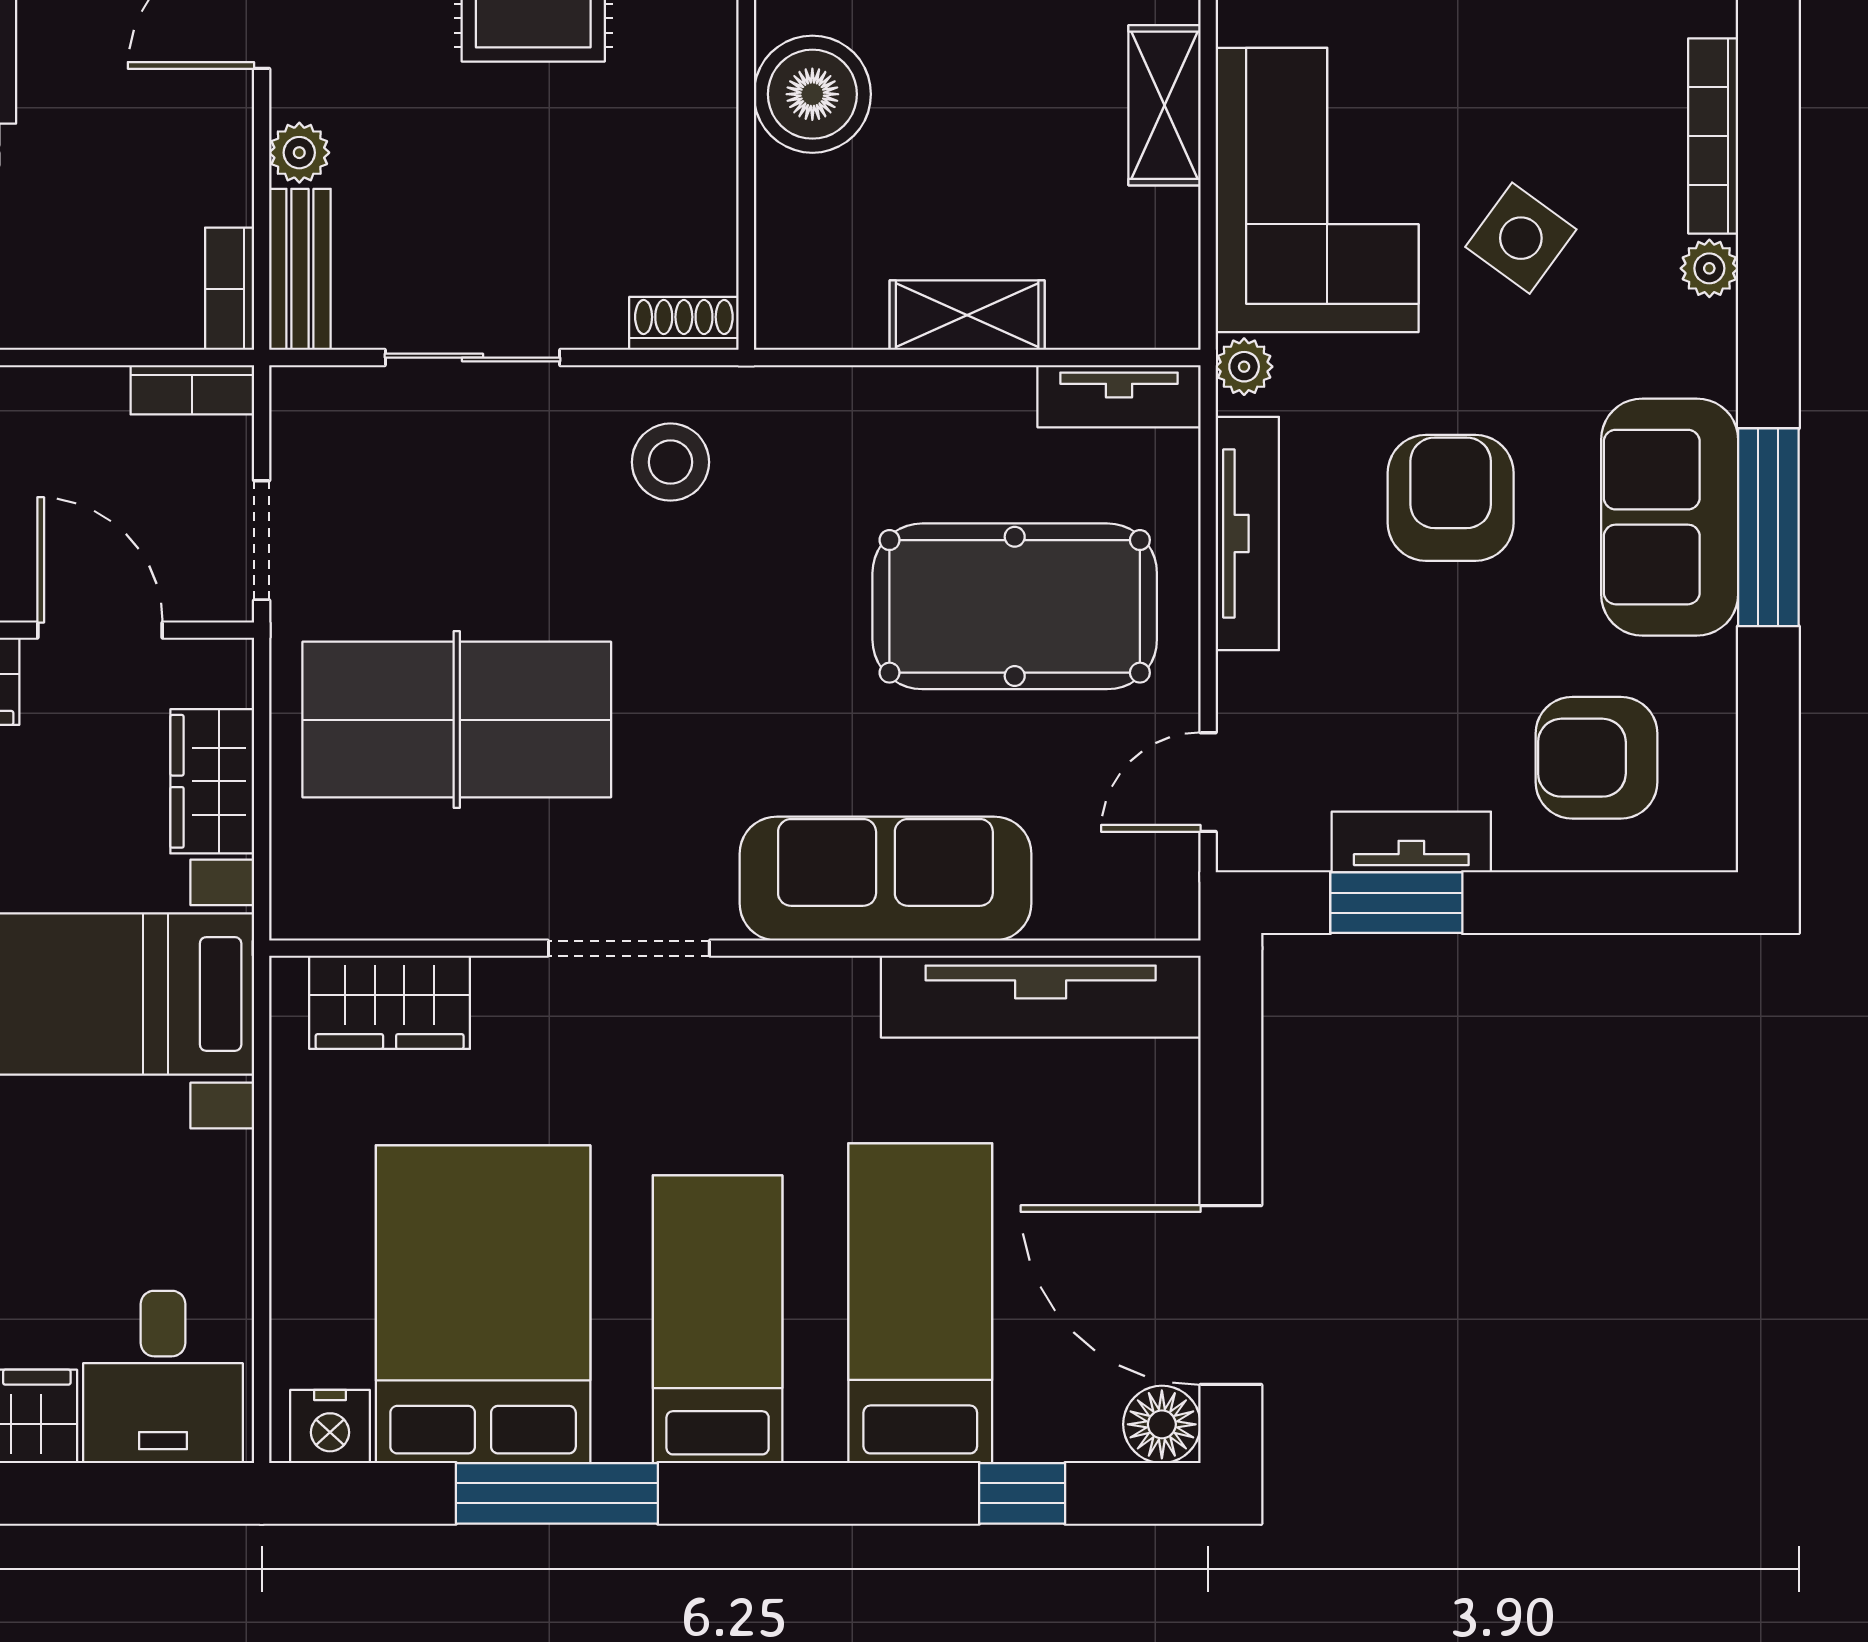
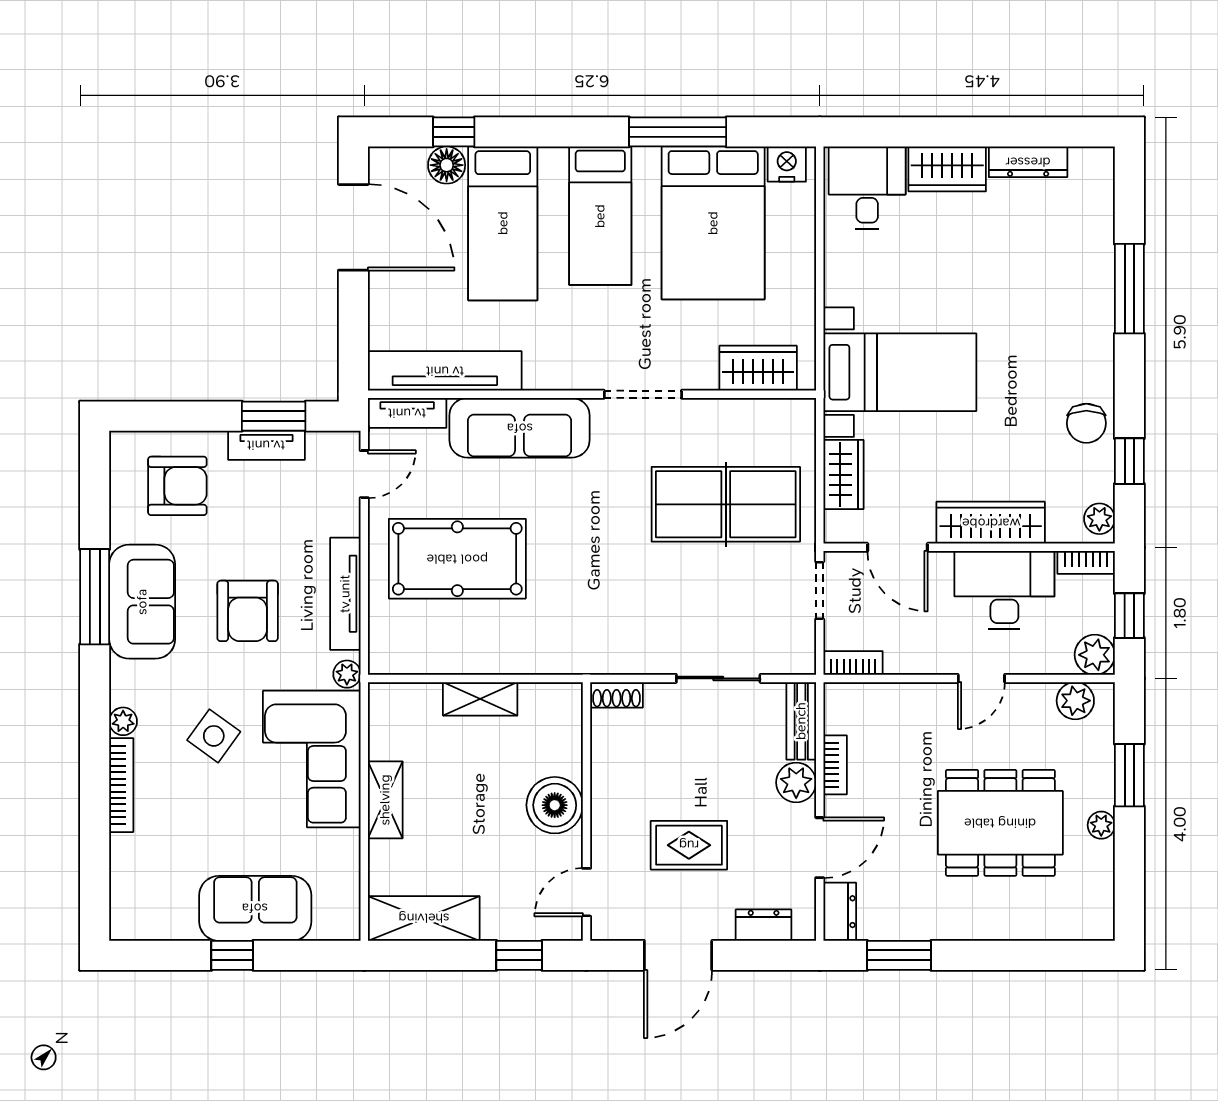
plant: (299, 153) -> (796, 782), width x1.38, depth x1.38
bookcase: (230, 289) -> (835, 765), moved
tv unit: (1119, 396) -> (407, 413), moved, turned 180
stool: (670, 462) -> (623, 628), removed
floor lamp: (1162, 1424) -> (447, 165), moved

